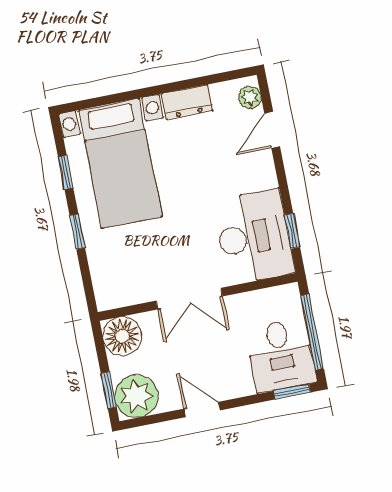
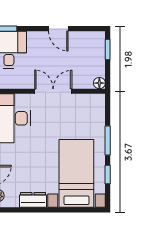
window: (77, 232) -> (108, 140), width x1.50
floor lamp: (122, 336) -> (99, 83), width x0.53, depth x0.53
plant: (136, 396) -> (93, 43), removed

